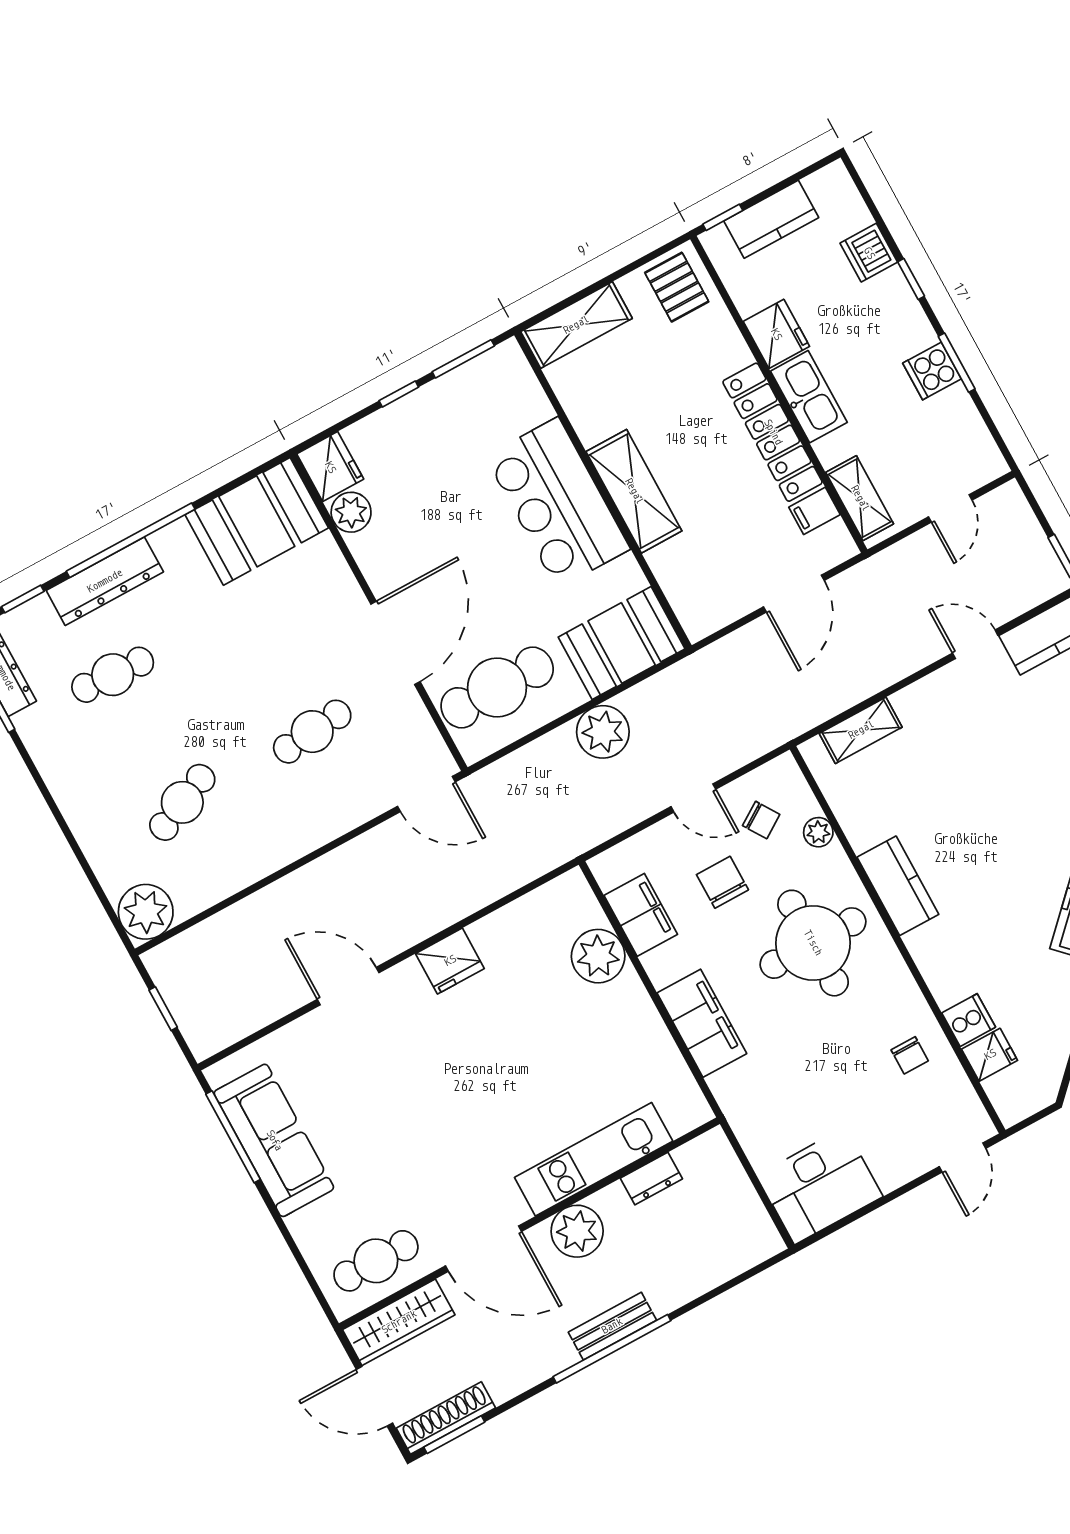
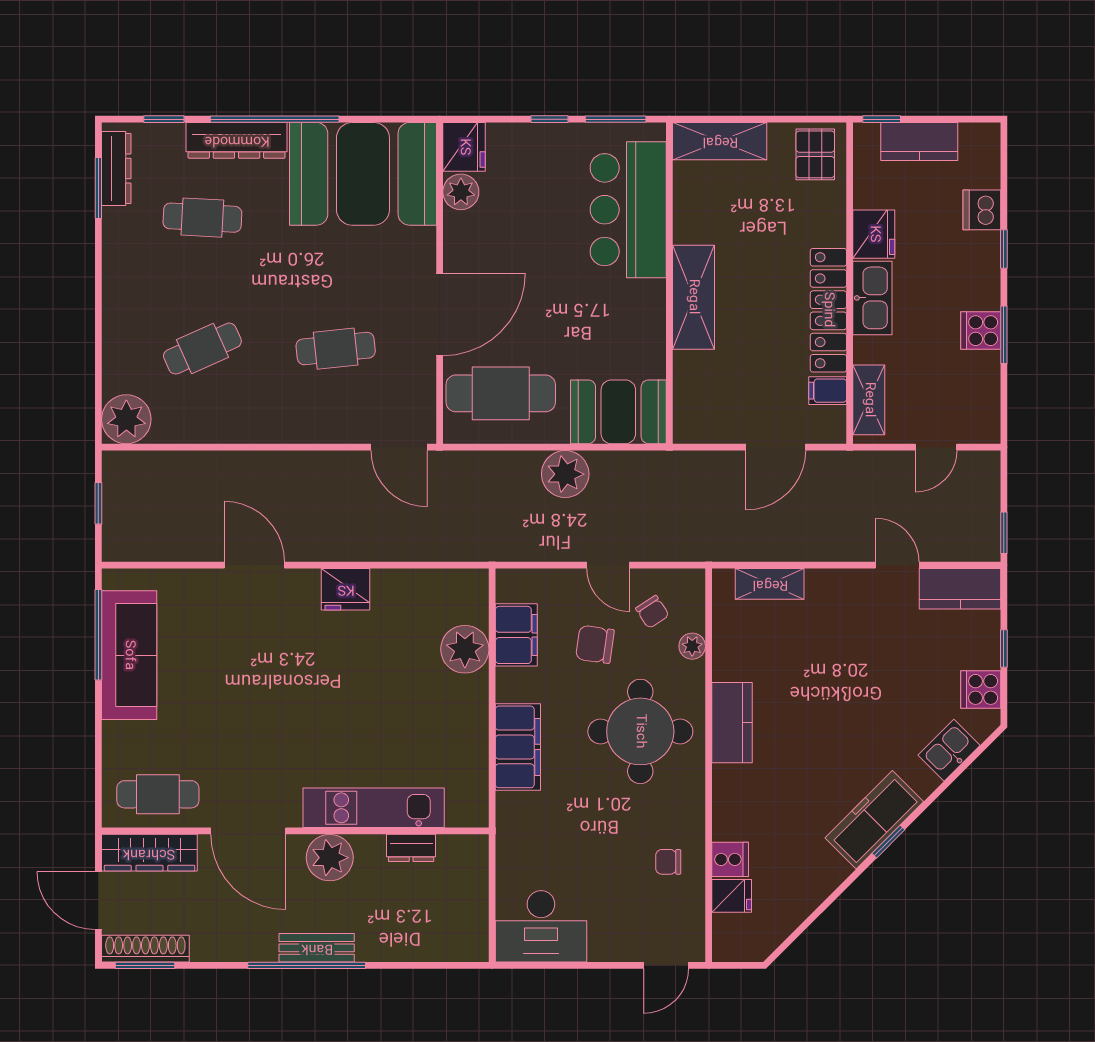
bar counter: (558, 503) -> (628, 210), moved
booth: (257, 521) -> (363, 174), width x1.36, depth x1.42
chair: (722, 882) -> (595, 644), turned -82
chair: (910, 1055) -> (668, 862), turned 90

